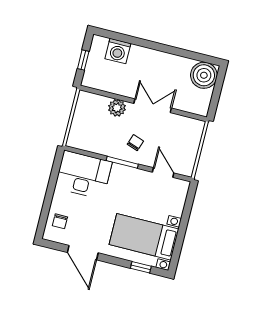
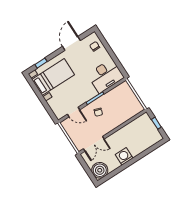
washing machine: (118, 51) -> (124, 156), moved
double door: (153, 106) -> (94, 144), moved
plant: (117, 108) -> (121, 118), removed
door: (83, 253) -> (71, 43), hinge flipped

